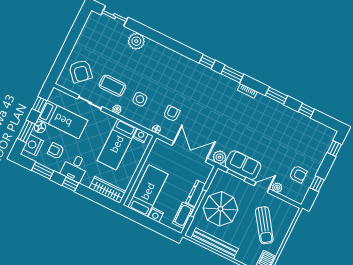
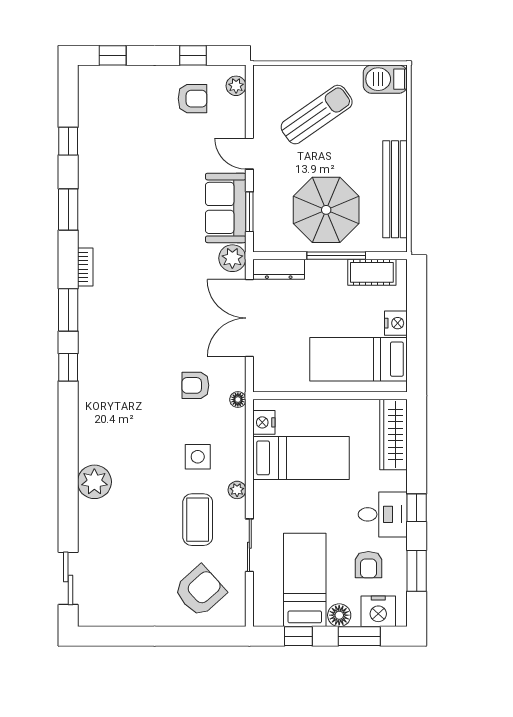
plant: (136, 41) -> (94, 482), moved
armchair: (298, 174) -> (192, 99), turned 90
plant: (277, 188) -> (236, 86), moved
dresser: (196, 193) -> (279, 269), moved

